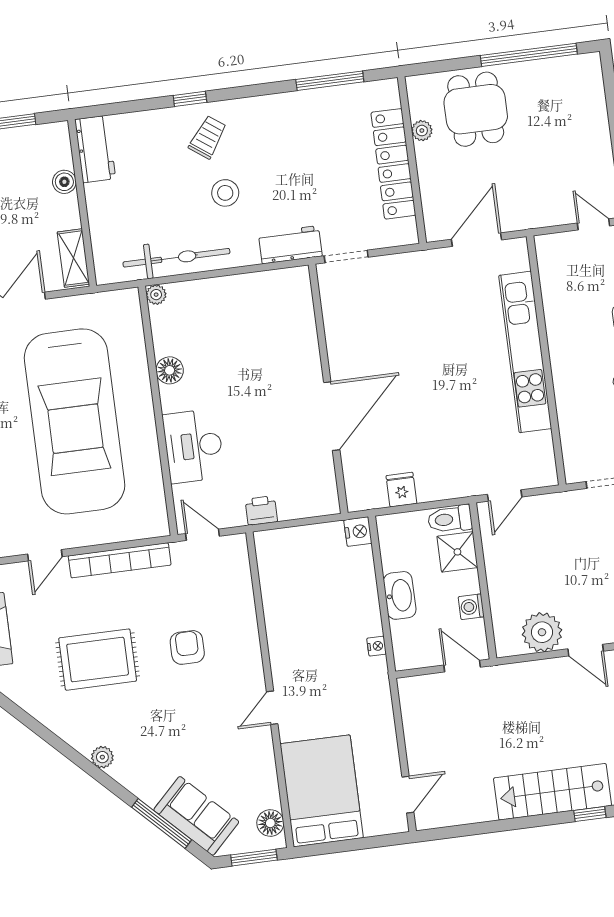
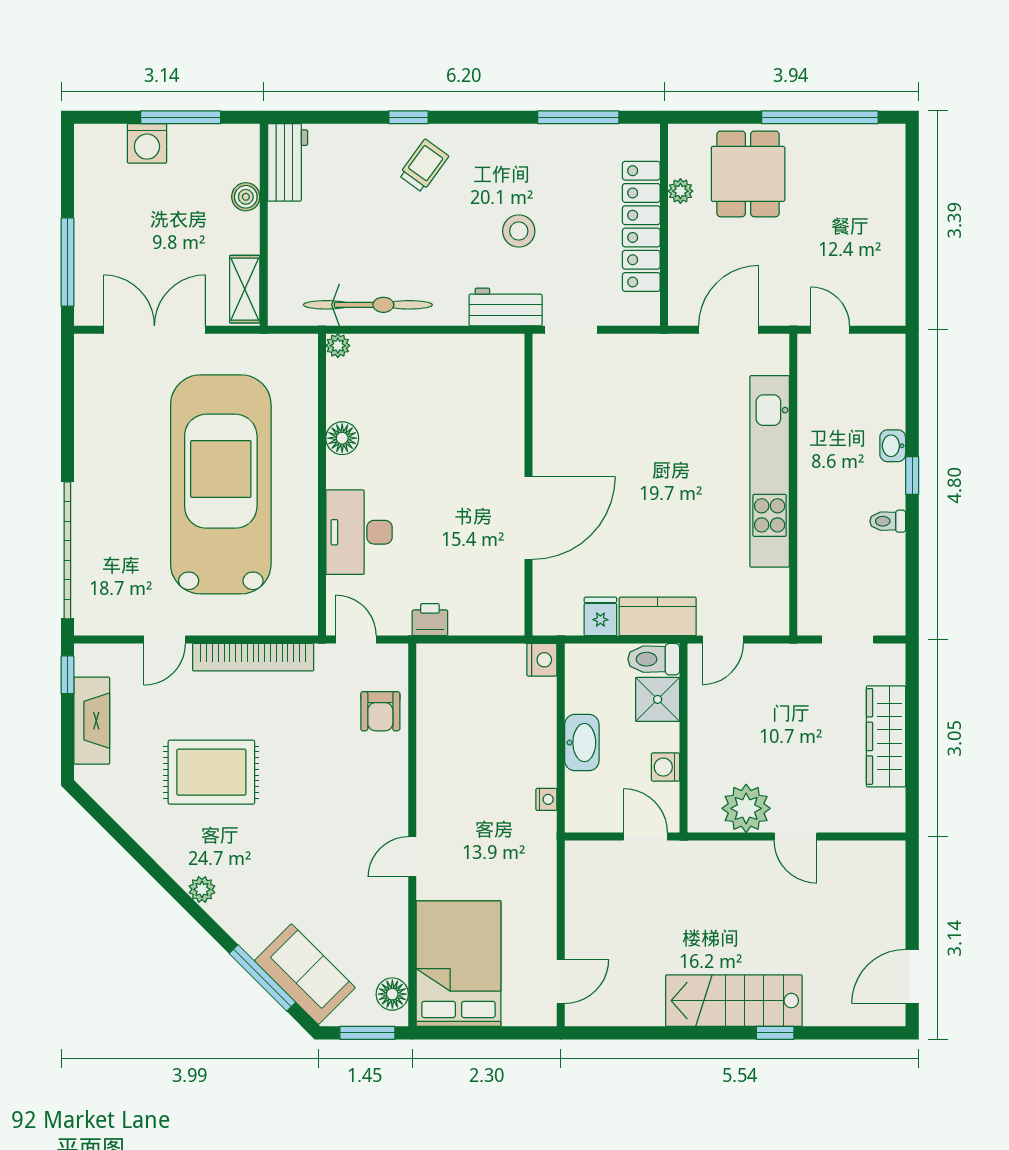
stool: (225, 193) -> (519, 231), moved
door: (593, 224) -> (830, 330), moved
car: (75, 421) -> (221, 484), turned 180
kitchen counter: (449, 483) -> (658, 616), added
armchair: (187, 647) -> (380, 711), moved, turned 180

